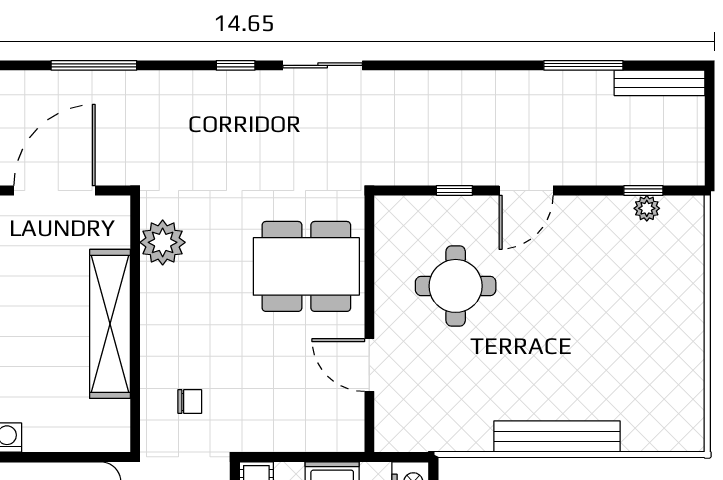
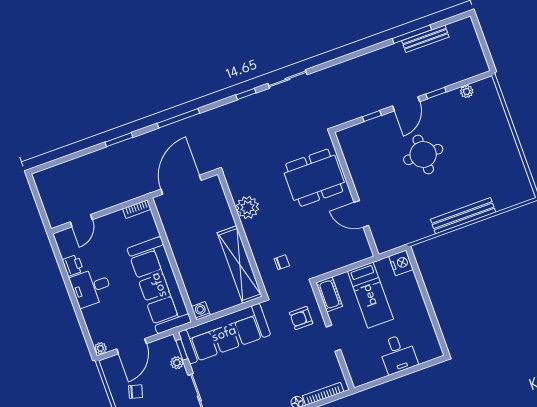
bench: (660, 83) -> (425, 39), moved
window: (643, 191) -> (436, 93), moved
plant: (163, 242) -> (247, 207), moved
round table: (456, 286) -> (423, 154), moved
shelving: (110, 324) -> (240, 265), moved

